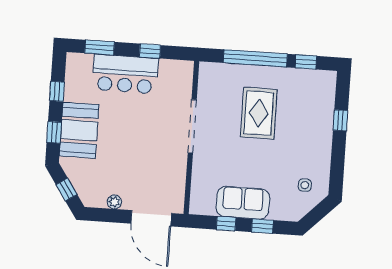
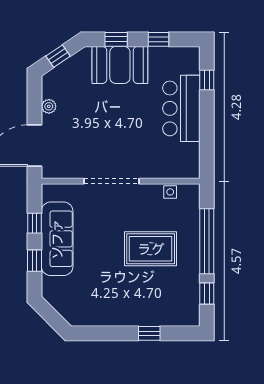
window: (100, 47) -> (207, 80), width x0.67
window: (150, 51) -> (207, 132), removed
doorway: (192, 126) -> (111, 181), moved
side table: (305, 185) -> (170, 192), moved
sofa: (243, 203) -> (57, 239), width x1.36

